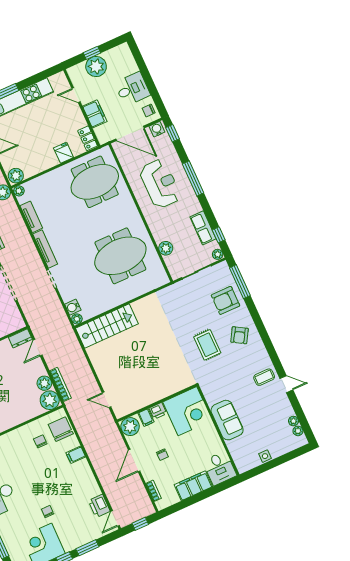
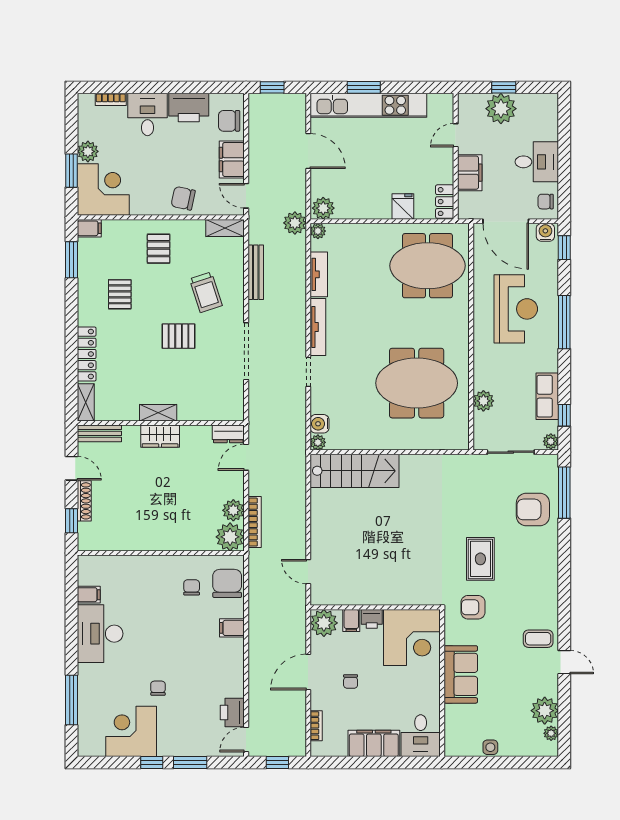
door: (76, 95) -> (456, 135), hinge flipped
armchair: (239, 335) -> (473, 607), moved, turned 59
plant: (293, 421) -> (545, 711), width x1.88, depth x1.88

